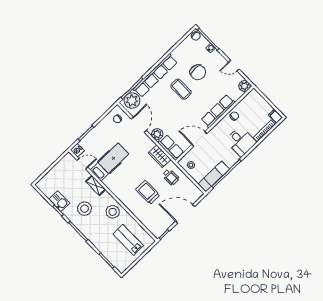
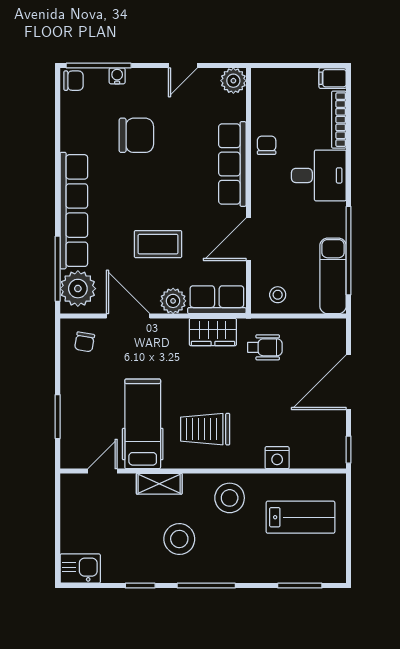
coffee table: (181, 89) -> (158, 244), moved
nightstand: (77, 150) -> (277, 458), moved
trolley: (148, 192) -> (205, 429), moved
kitchen sink: (59, 201) -> (80, 569), moved
lab bench: (128, 240) -> (300, 517), turned 180

